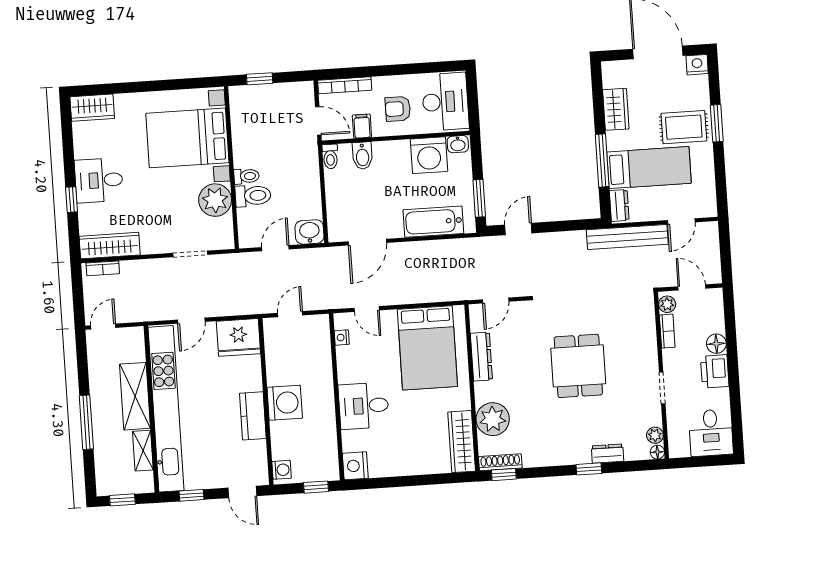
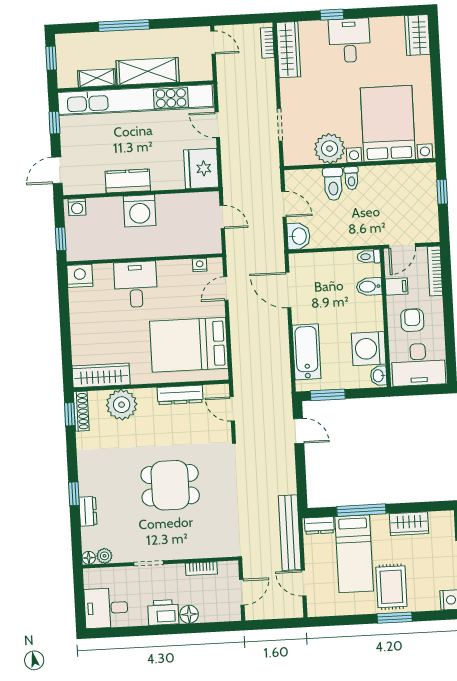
plant: (667, 304) -> (227, 569), removed

